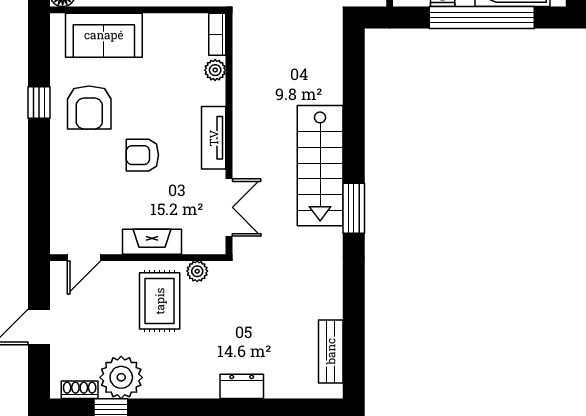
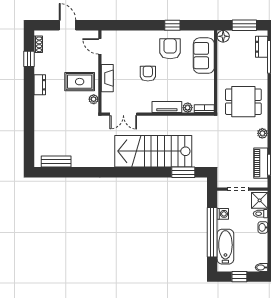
armchair: (89, 107) -> (170, 49), turned 90
tv unit: (214, 138) -> (167, 107), moved
stairs: (320, 166) -> (153, 151), width x1.36, depth x1.51
window: (354, 208) -> (183, 172), moved
plant: (121, 377) -> (44, 64), removed
dresser: (242, 386) -> (40, 85), moved

